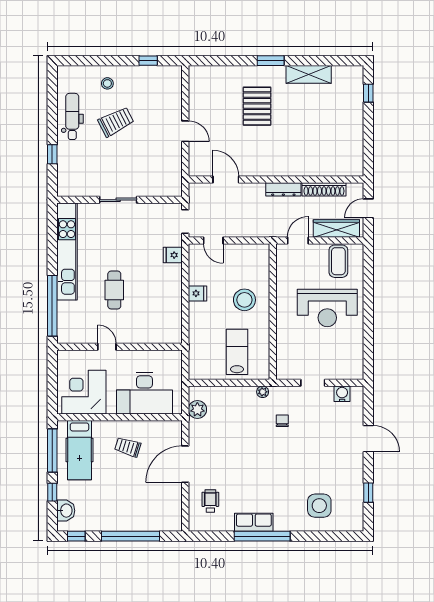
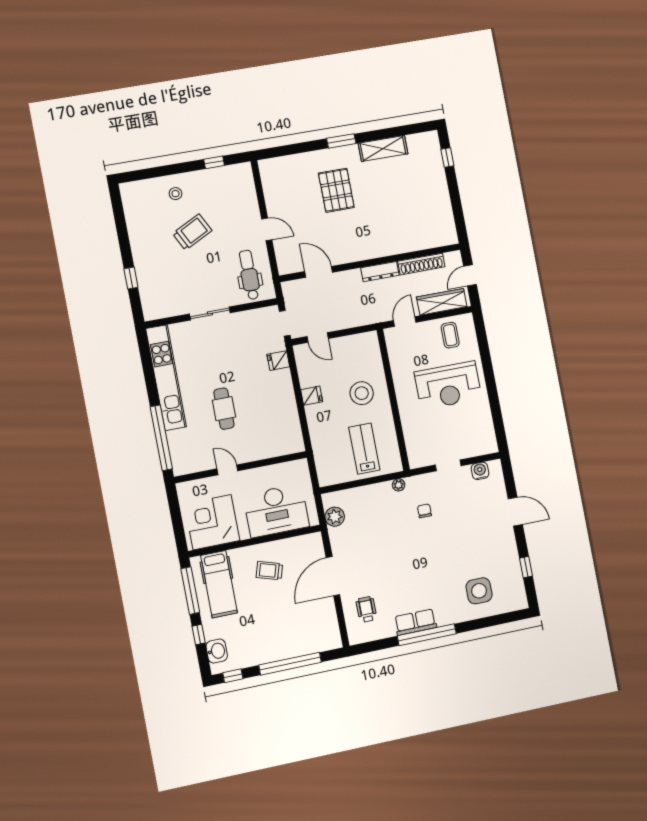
dental chair: (72, 116) -> (249, 275), moved
coffee table: (338, 261) -> (450, 335), width x0.73, depth x0.77

